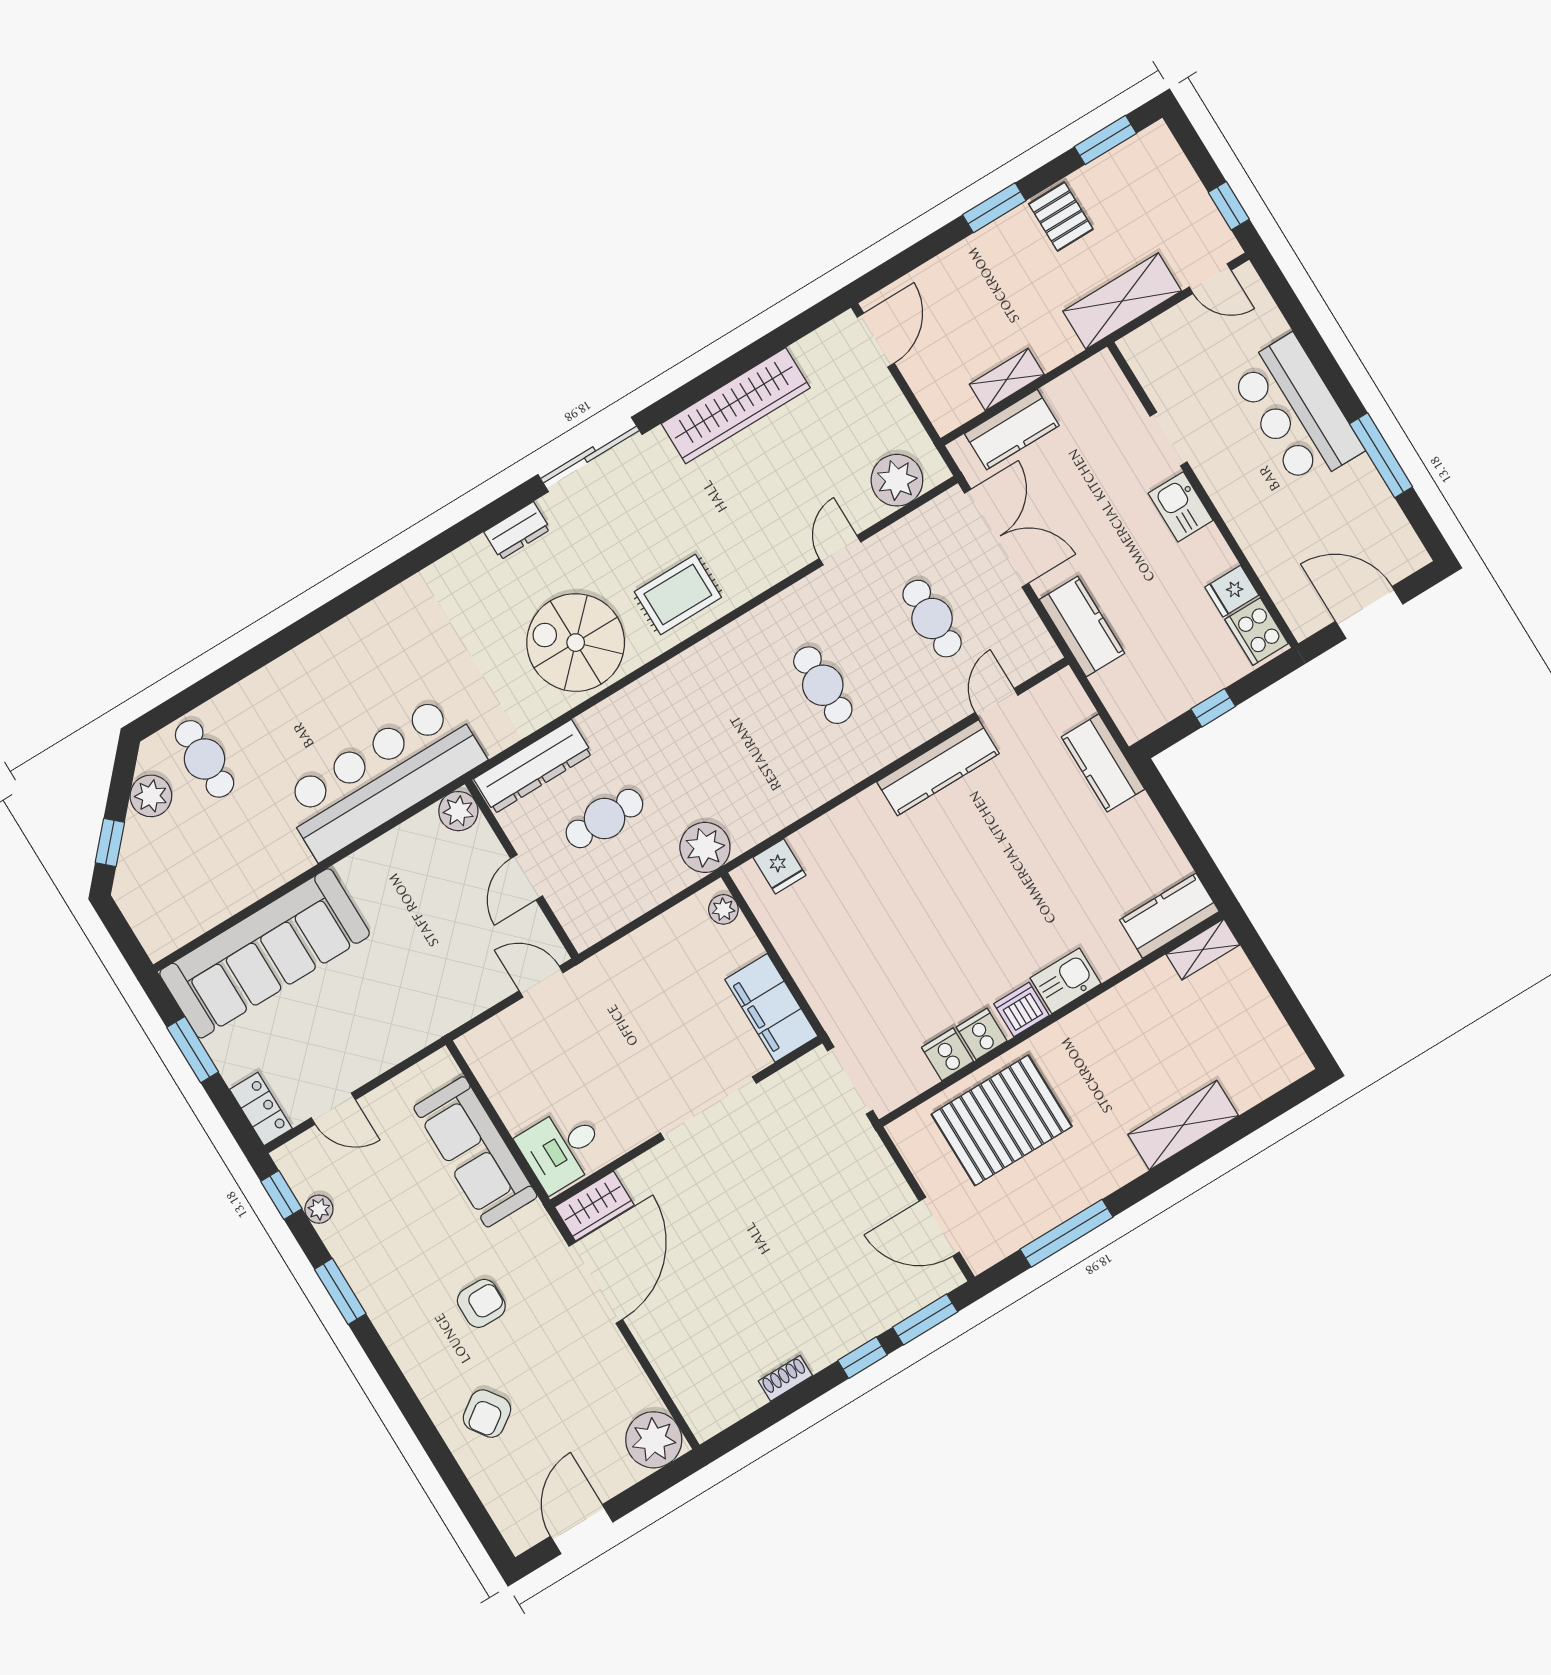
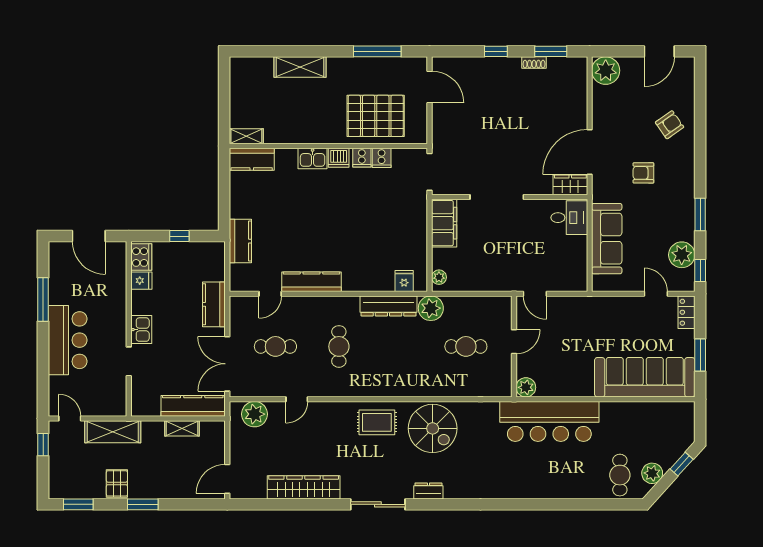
kitchen counter: (1012, 430) -> (193, 406), width x1.50
cafe table: (932, 619) -> (275, 346), turned 90
dresser: (533, 766) -> (389, 306), moved, turned 180
plant: (319, 1209) -> (682, 255), width x1.87, depth x1.87
window: (925, 1320) -> (551, 51), moved

